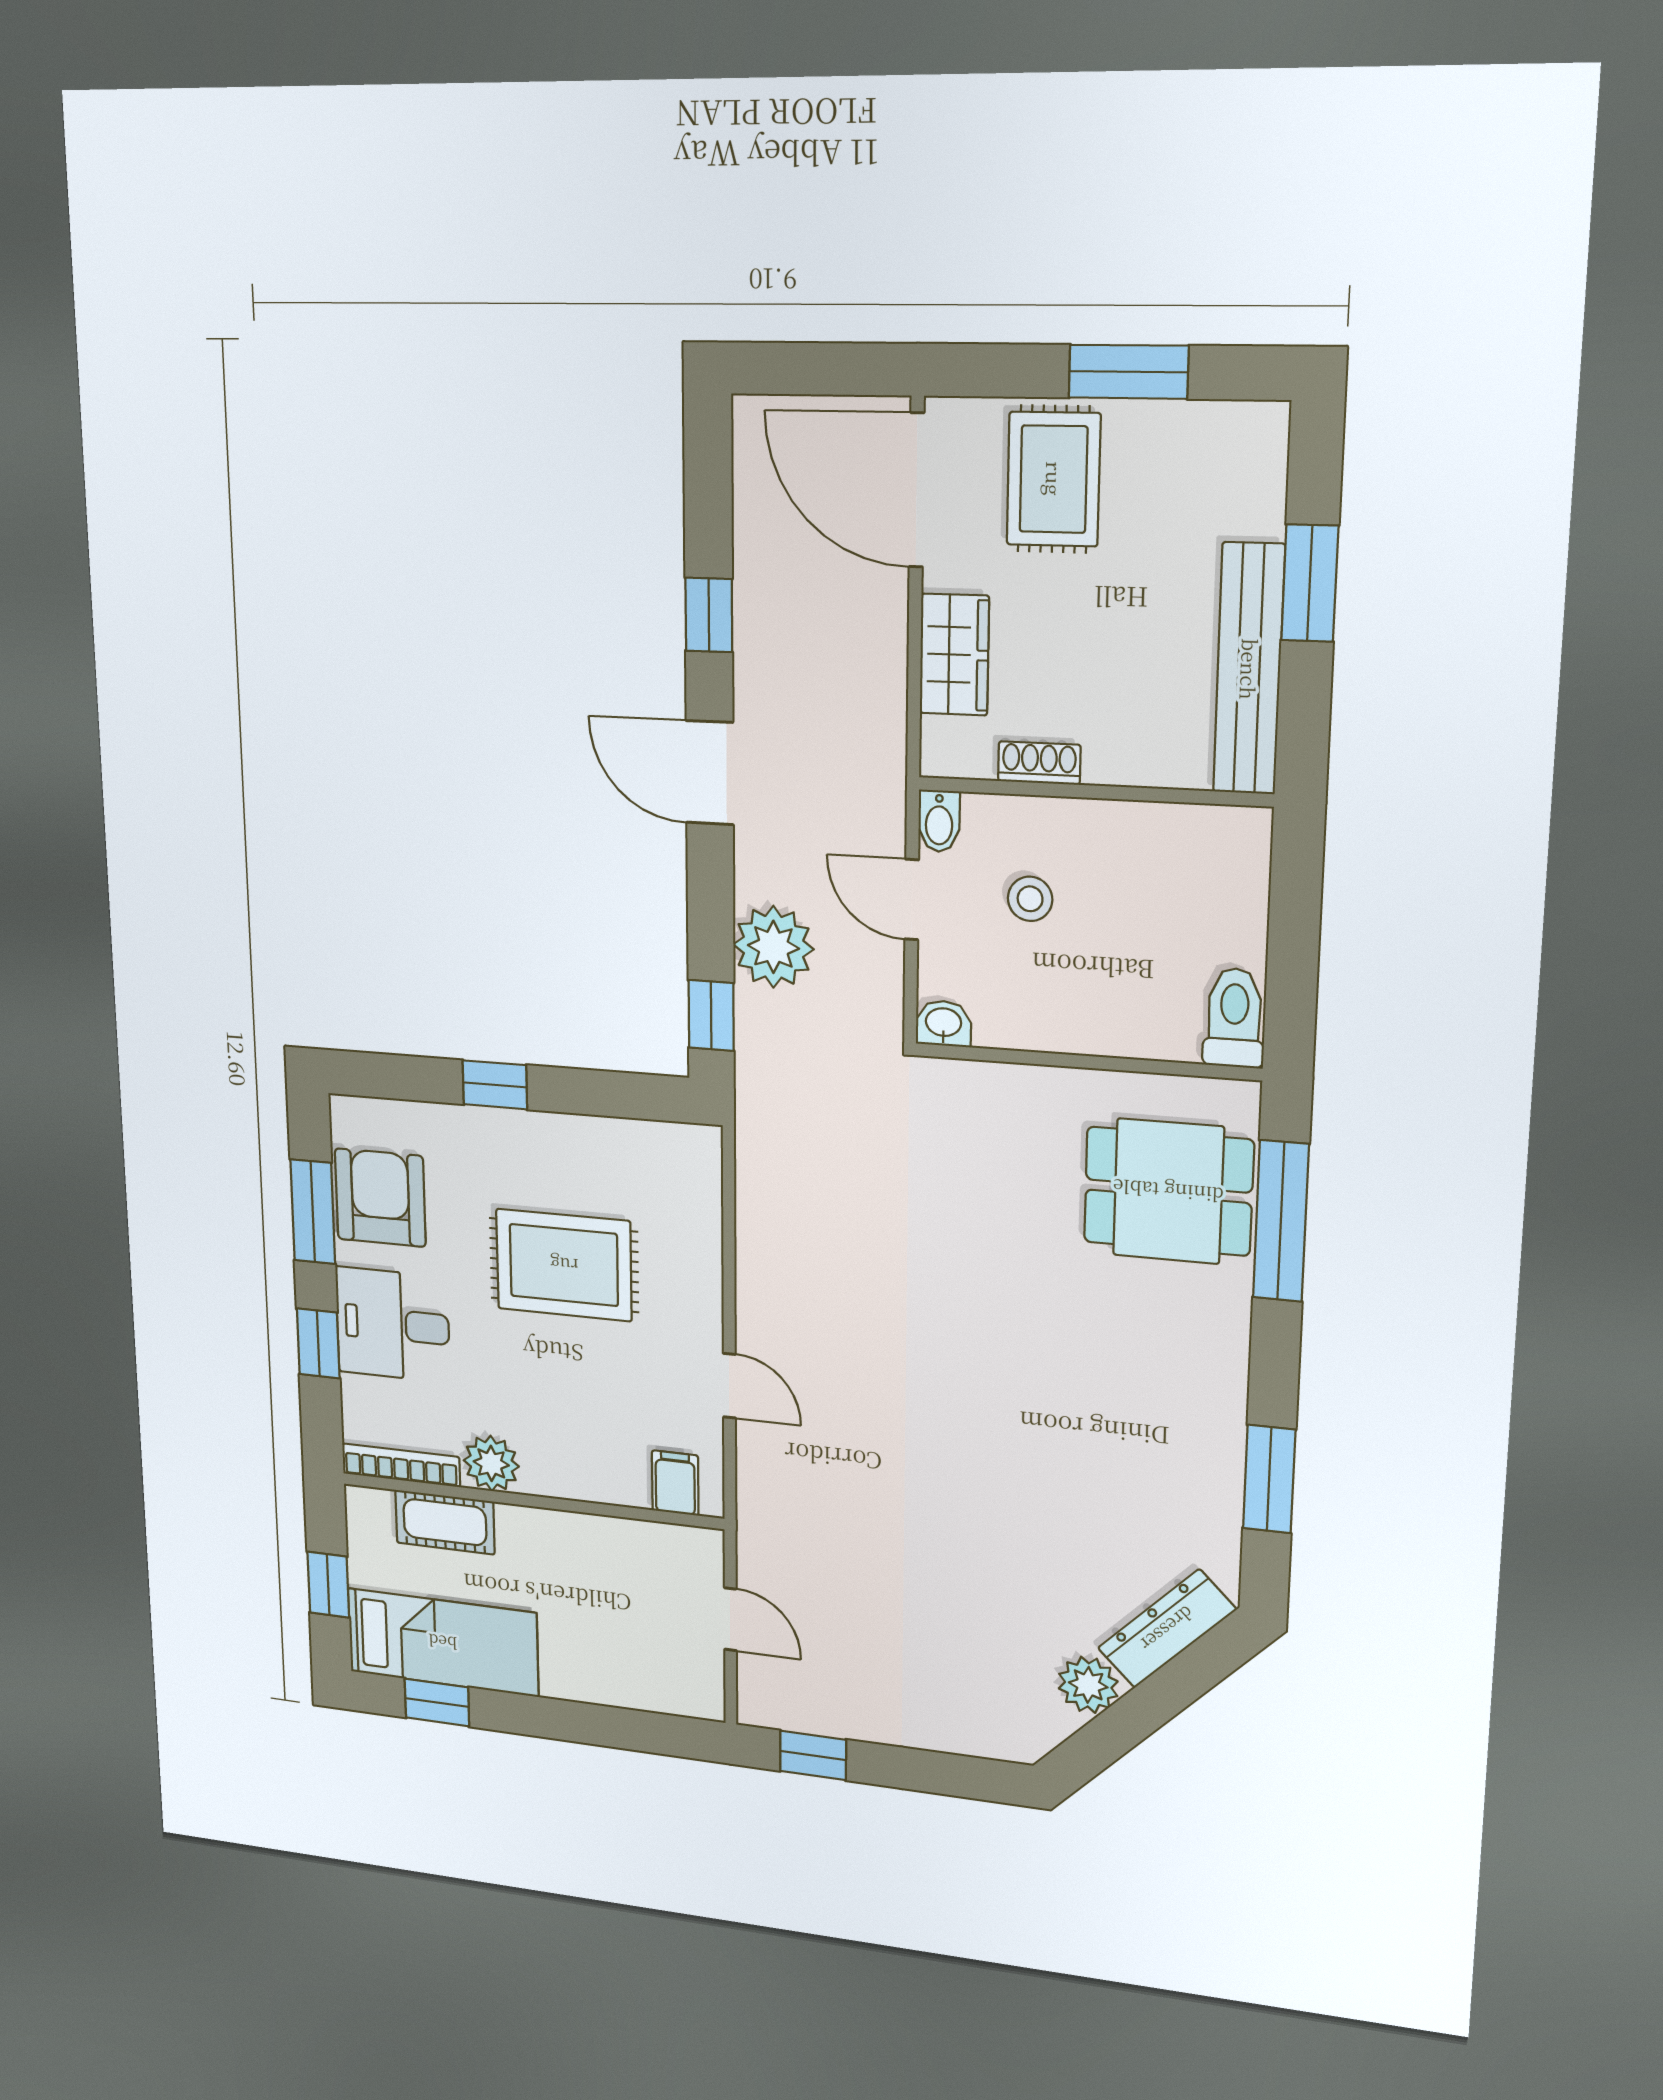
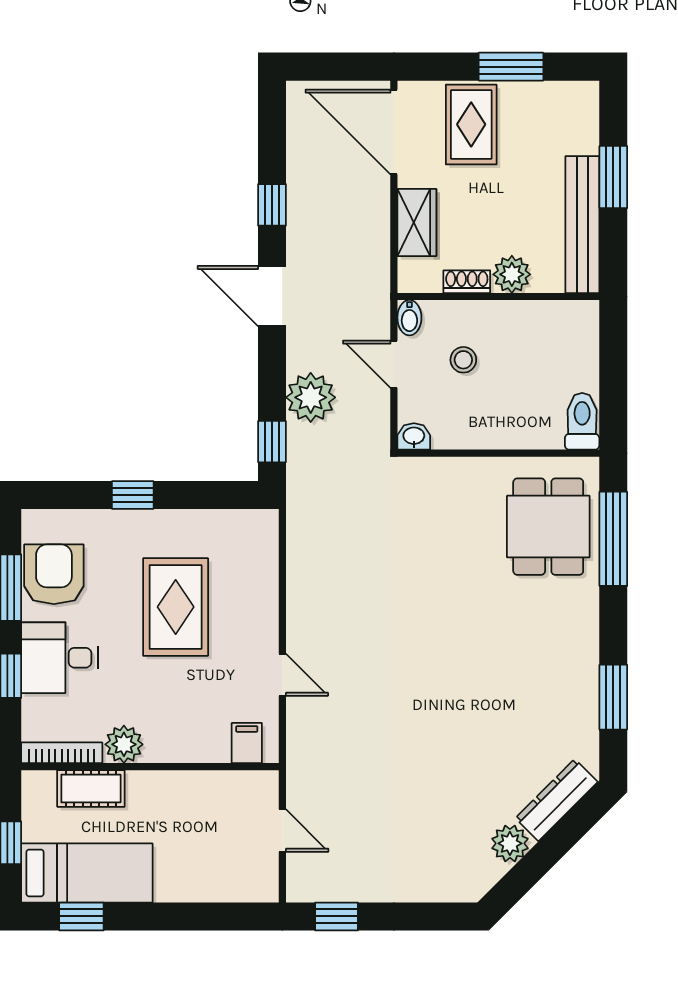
plant: (1119, 754) -> (512, 274), added
dining table: (1168, 1191) -> (548, 527), turned 90
rug: (564, 1265) -> (176, 607), turned 90

